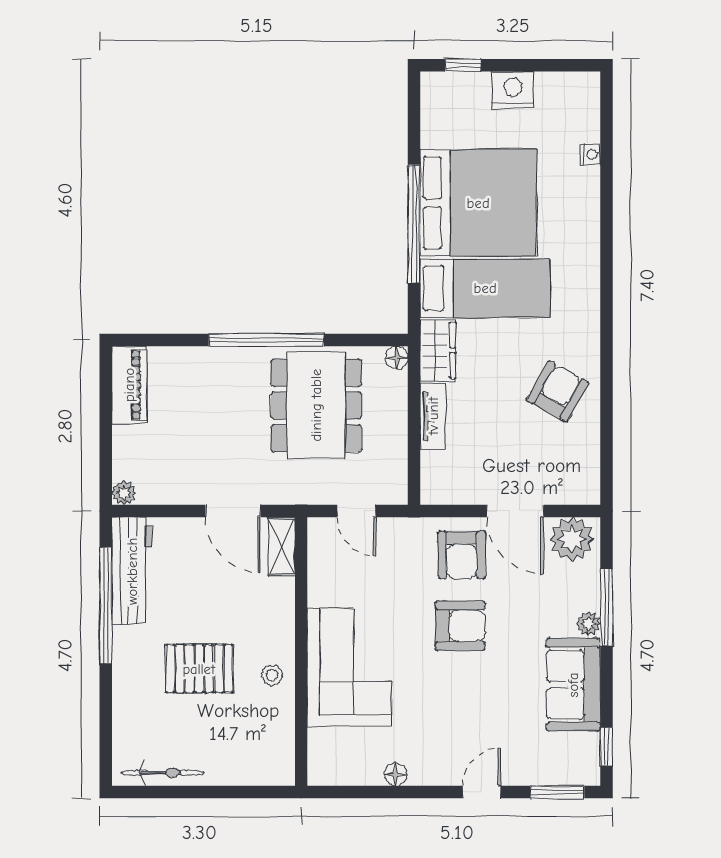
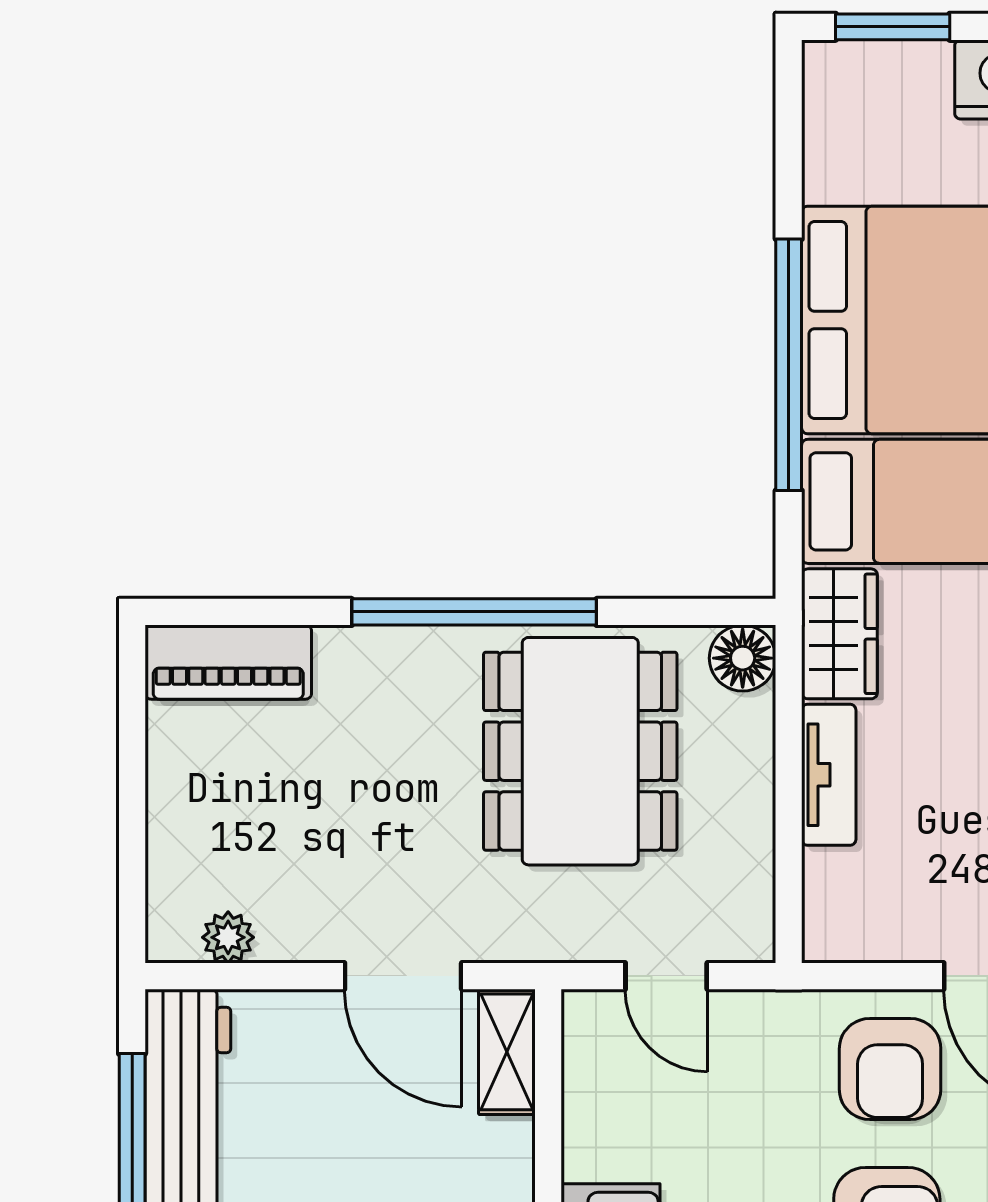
window: (463, 65) -> (893, 27), width x1.50
floor lamp: (397, 357) -> (743, 658), width x1.37, depth x1.37
piano: (129, 385) -> (228, 662), moved, turned 90
plant: (124, 493) -> (228, 937), moved

